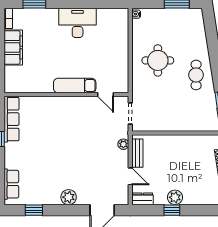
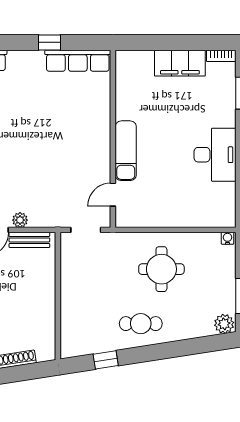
plant: (196, 16) -> (224, 324), added
plant: (123, 144) -> (20, 220), moved

